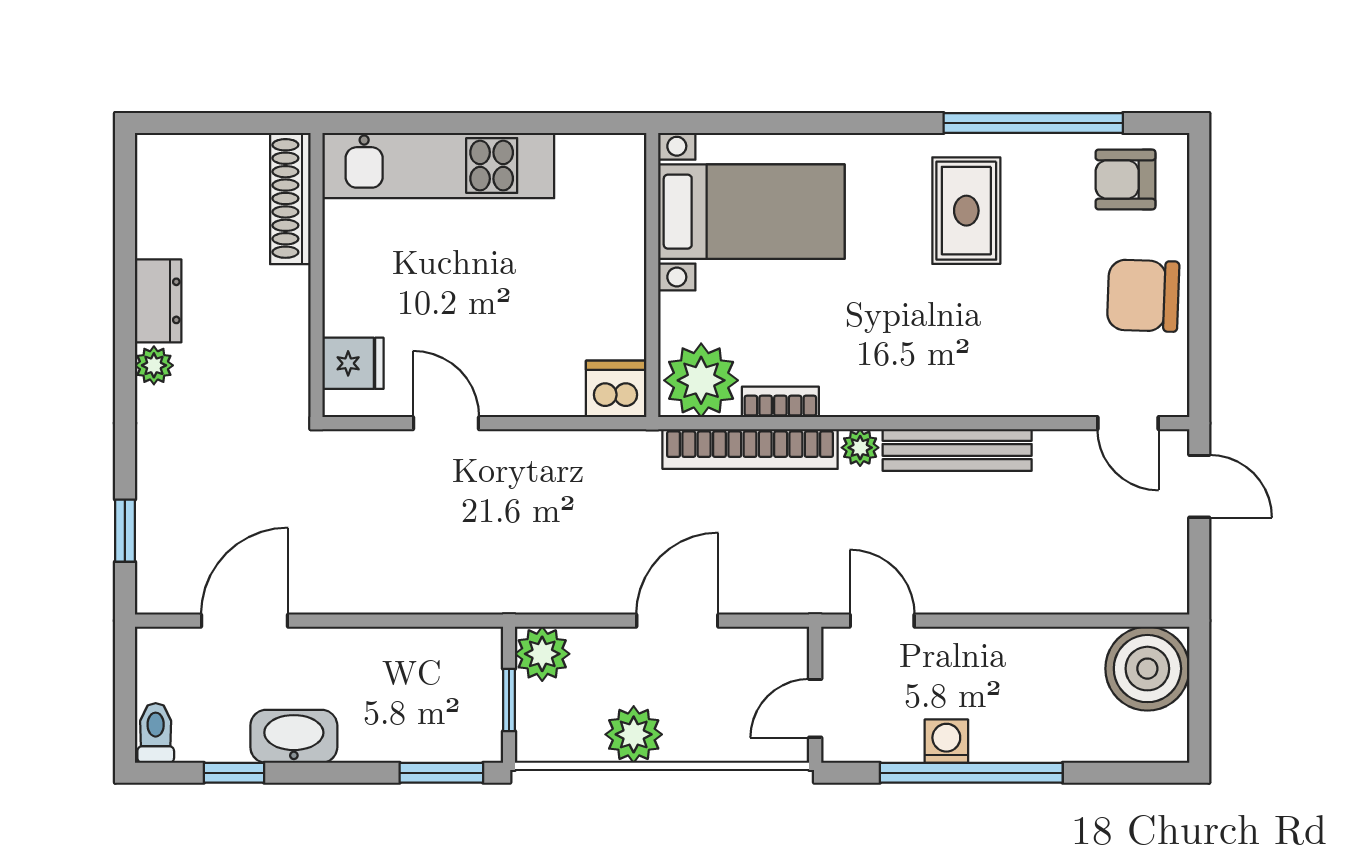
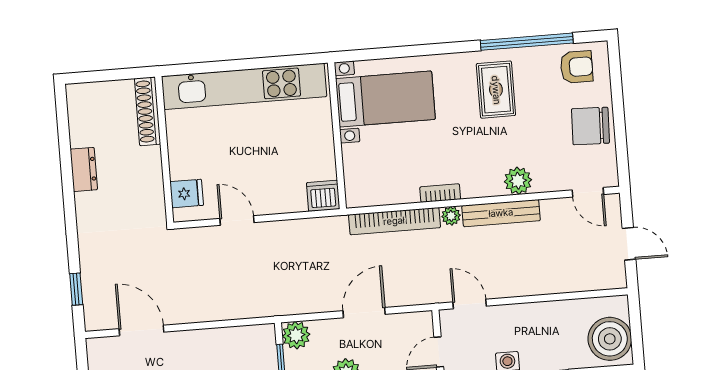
kitchen unit: (438, 166) -> (244, 86), width x1.36
armchair: (1126, 179) -> (577, 67), turned 180
plant: (154, 365) -> (84, 203), removed
plant: (701, 380) -> (518, 181), moved, width x0.73, depth x0.73
bookcase: (780, 402) -> (440, 193), moved
door: (1199, 486) -> (629, 244), moved
door: (245, 621) -> (141, 330), hinge flipped
boiler: (1147, 669) -> (610, 339), moved

